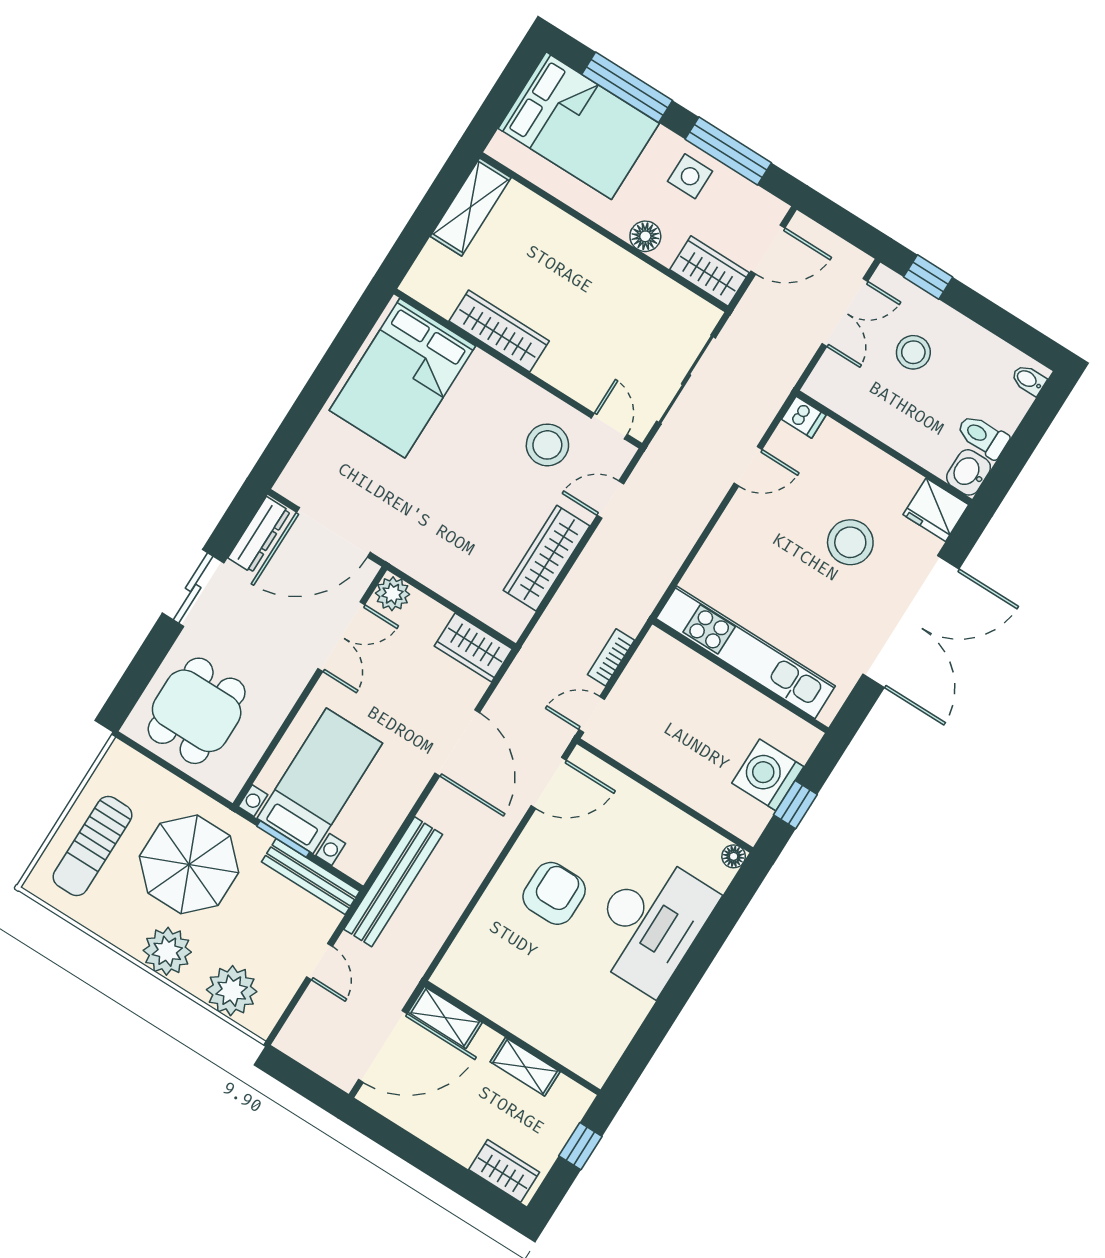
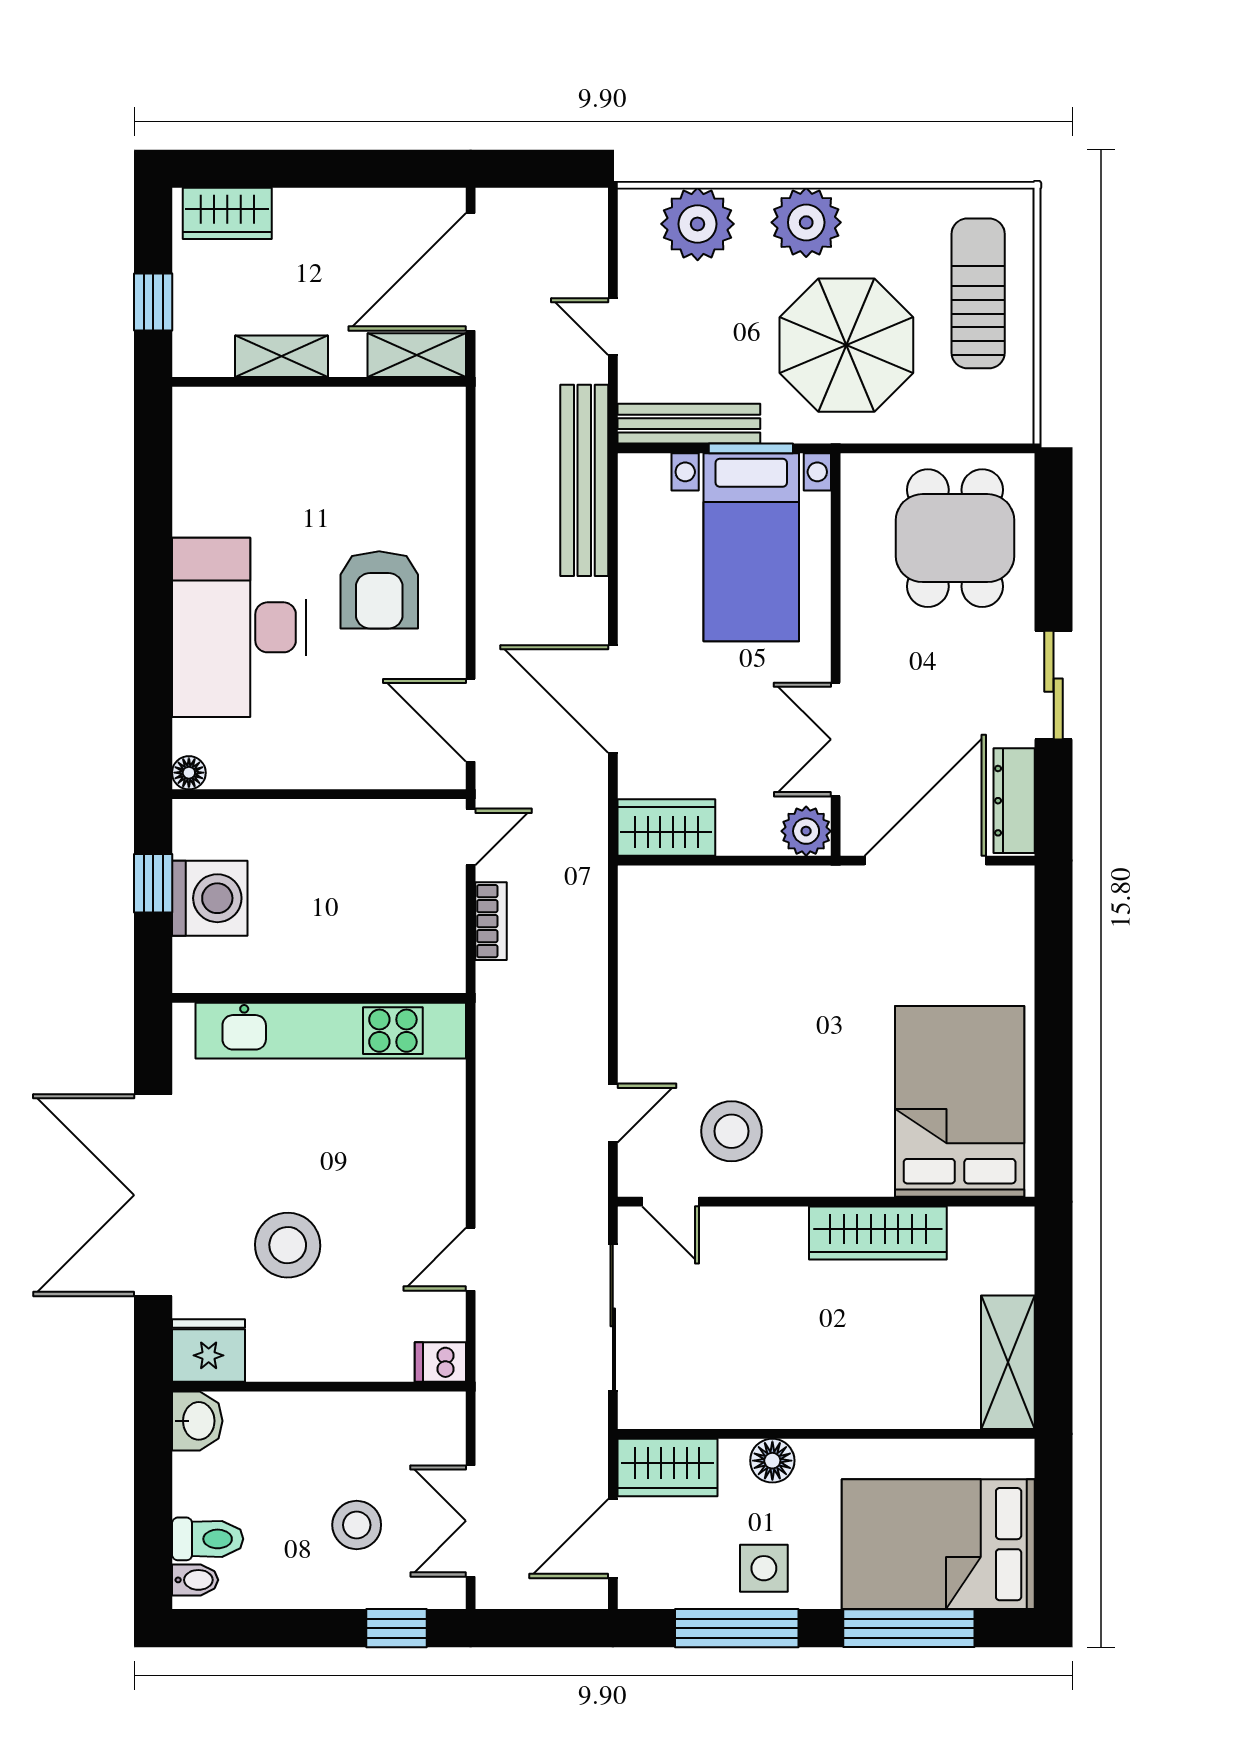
toilet: (983, 436) -> (208, 1539), moved
wardrobe: (547, 558) -> (646, 993), removed
door: (549, 783) -> (471, 720), hinge flipped

